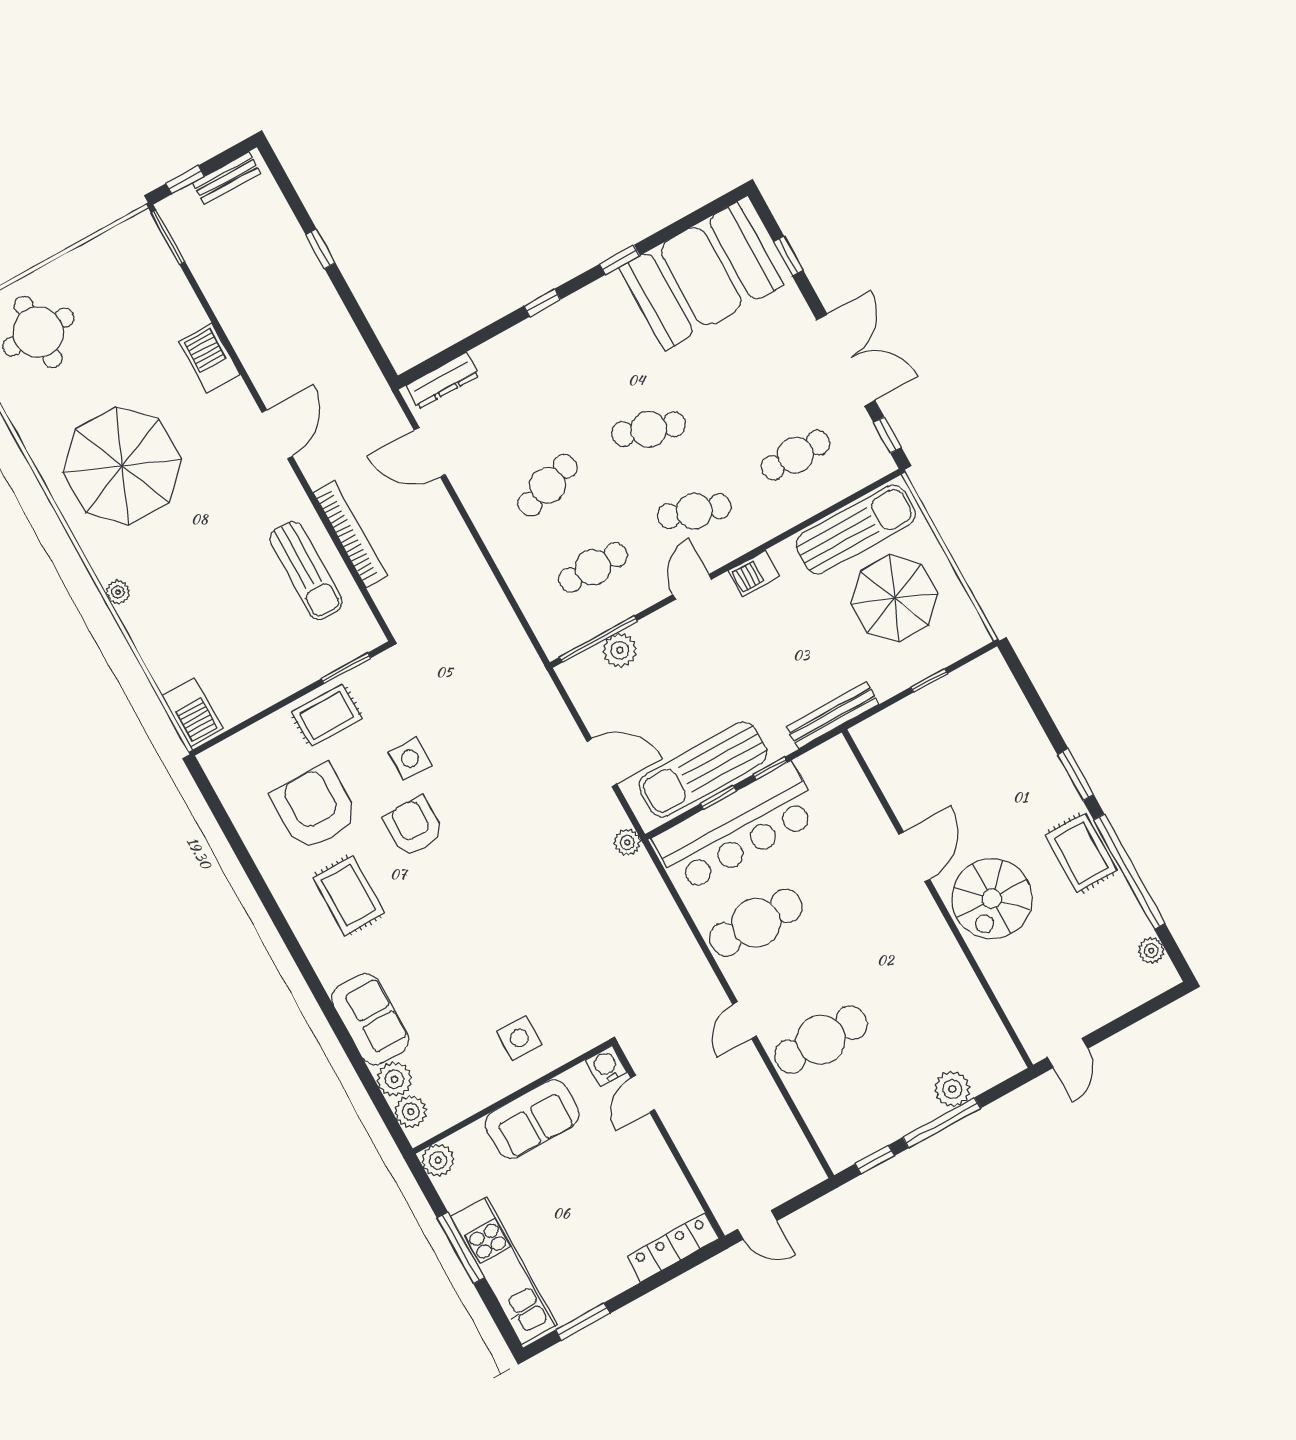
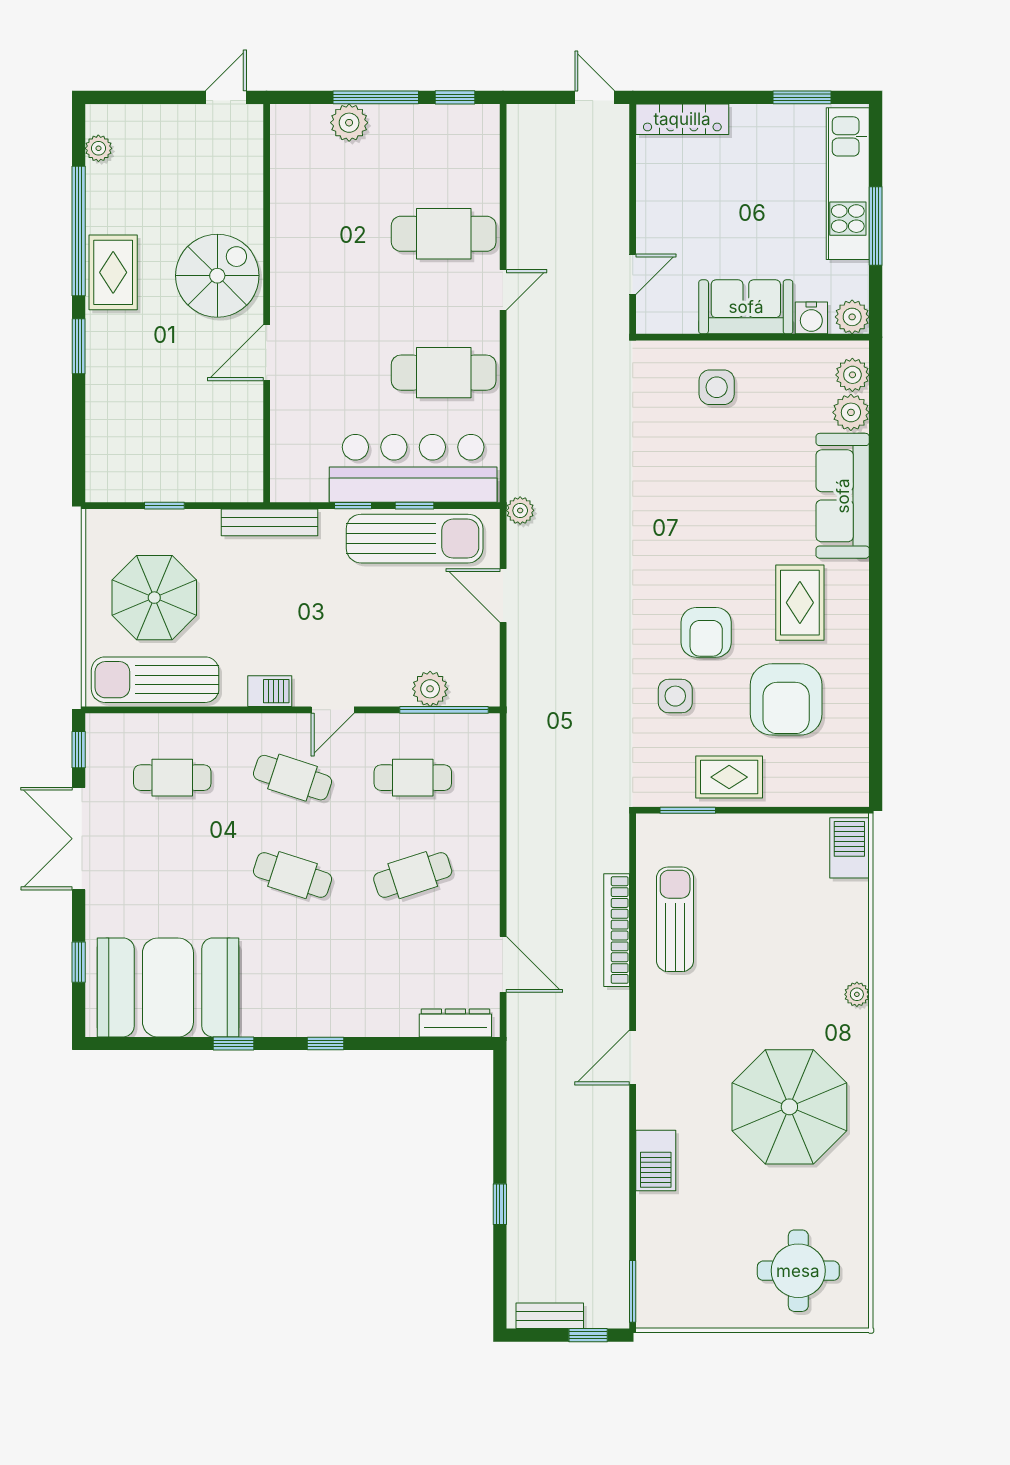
sofa: (370, 1019) -> (843, 496), width x1.36
water cooler: (606, 1066) -> (811, 318), moved

